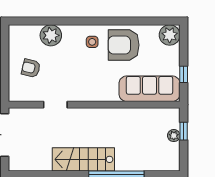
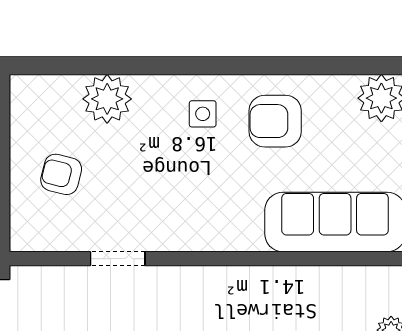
armchair: (124, 45) -> (275, 121), width x0.73, depth x0.73

